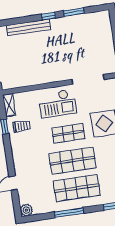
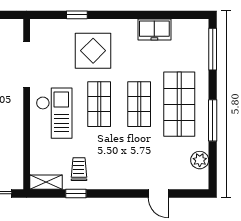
shop shelf: (72, 161) -> (139, 104), width x0.70, depth x0.74
plant: (26, 210) -> (200, 160), moved

